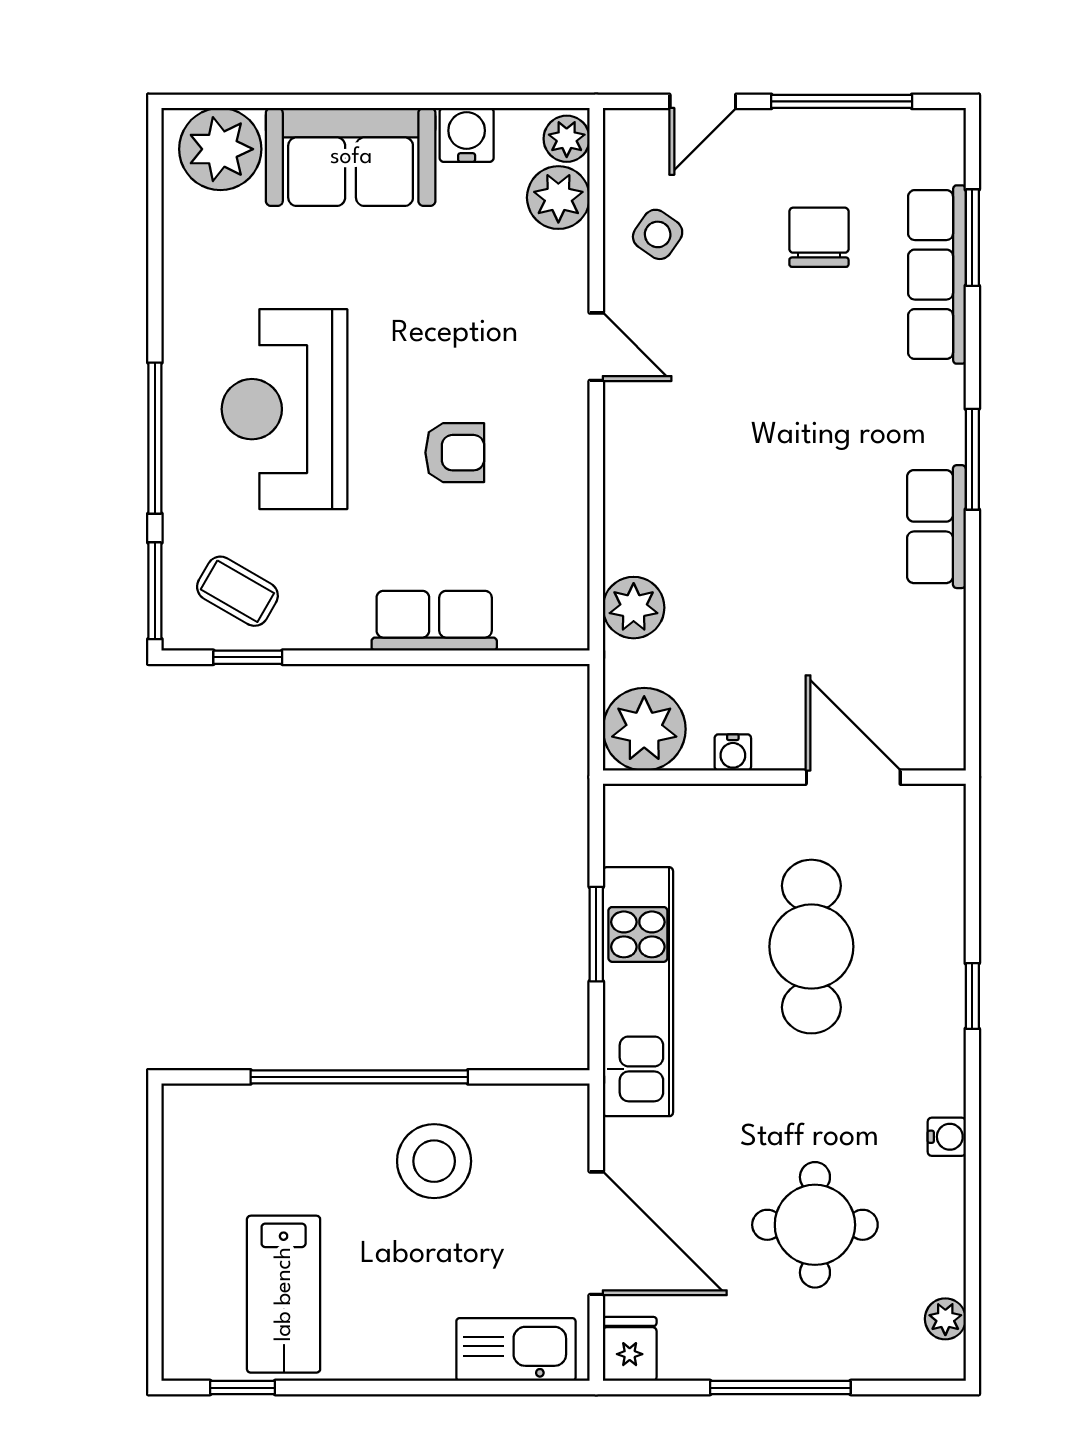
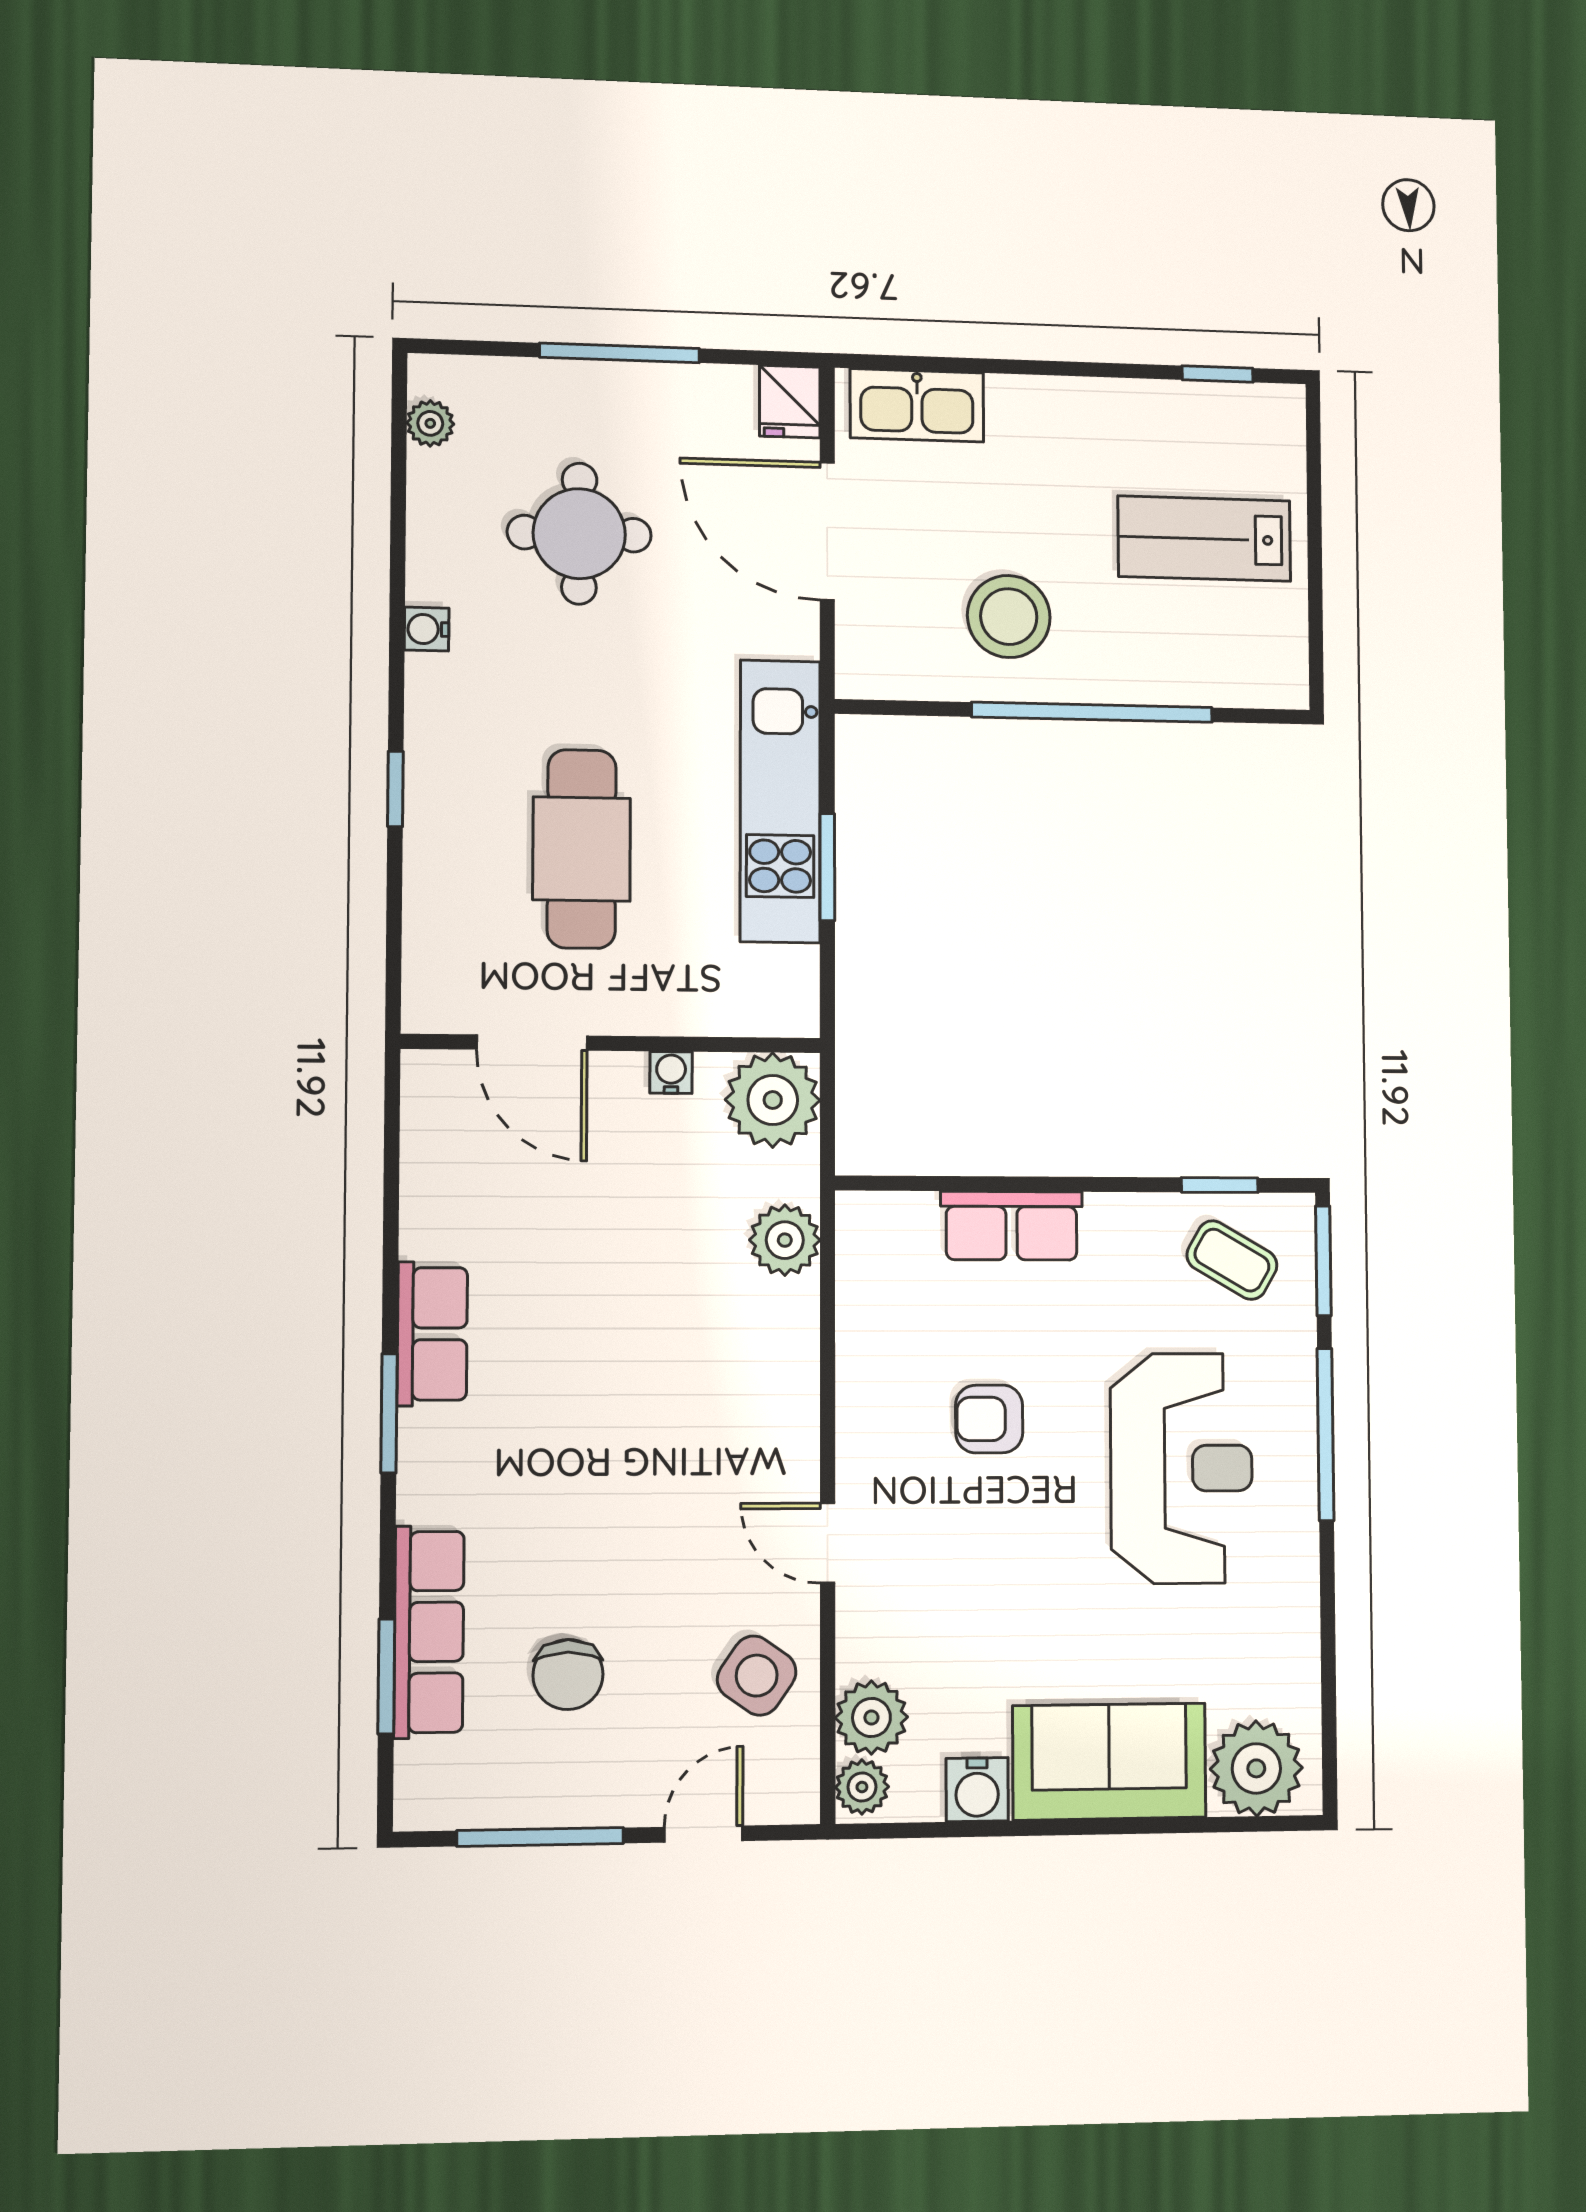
side table: (658, 234) -> (757, 1676), width x1.37, depth x1.37
lab bench: (284, 1294) -> (1204, 539), moved, turned -90

